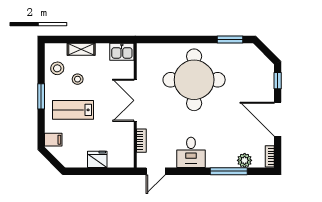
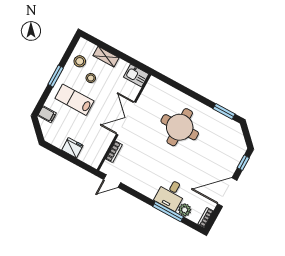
round table: (194, 80) -> (180, 127), width x0.73, depth x0.73
door: (278, 119) -> (227, 192), hinge flipped
desk: (191, 152) -> (171, 194), moved

